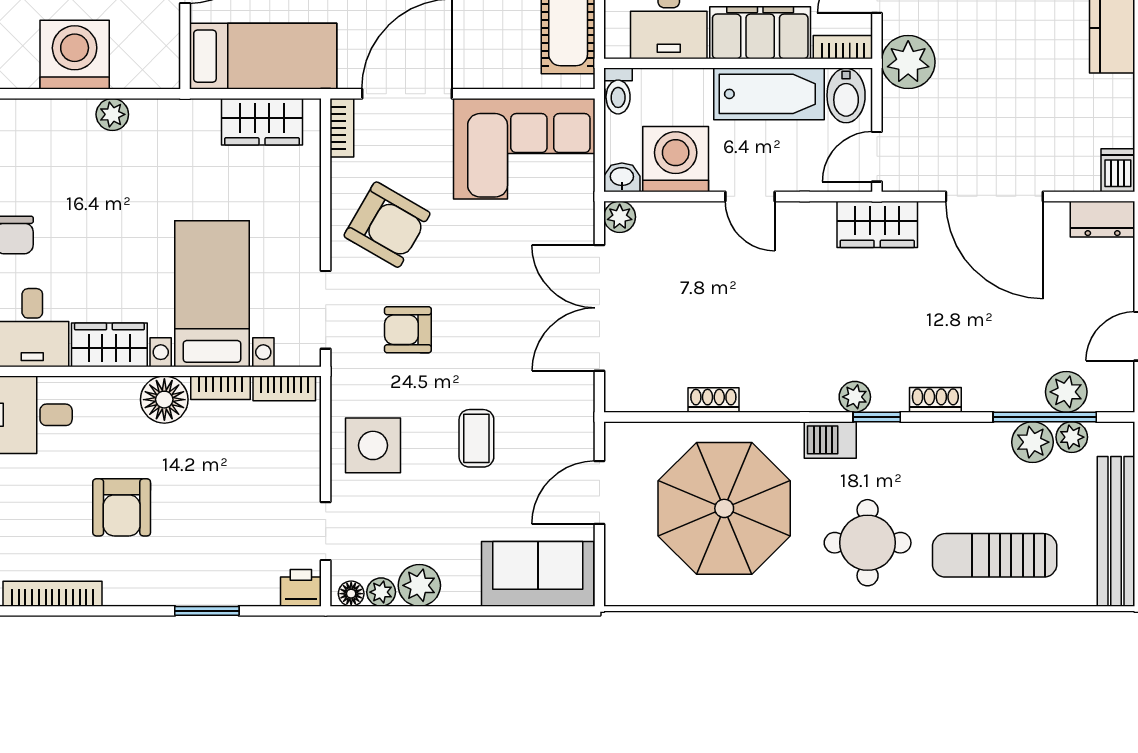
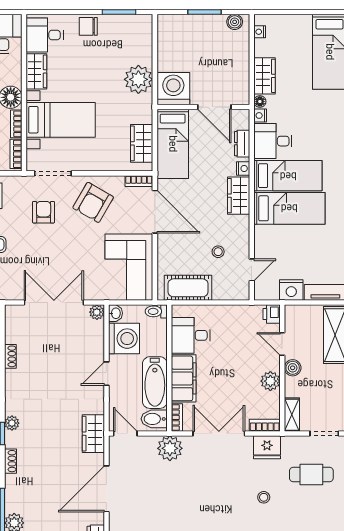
washing machine: (75, 55) -> (173, 89), moved, turned -90
plant: (112, 114) -> (138, 79), width x1.87, depth x1.87

